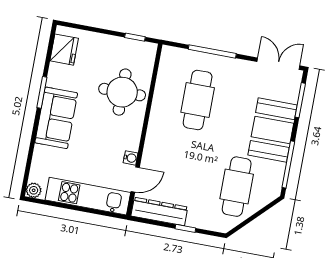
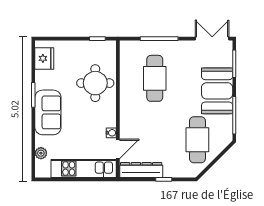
plant: (34, 190) -> (41, 153), moved

